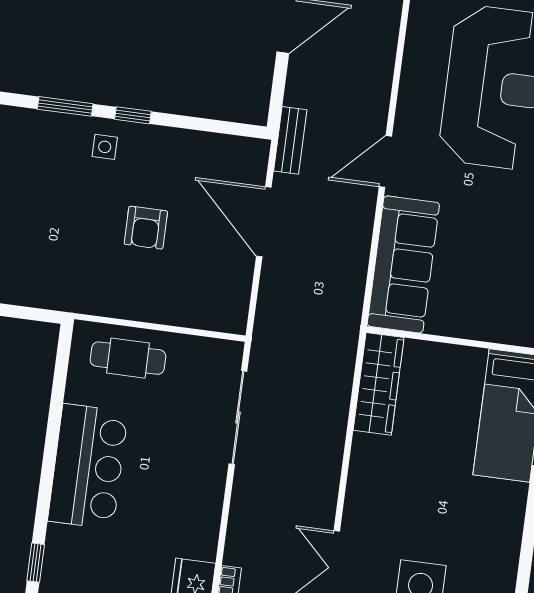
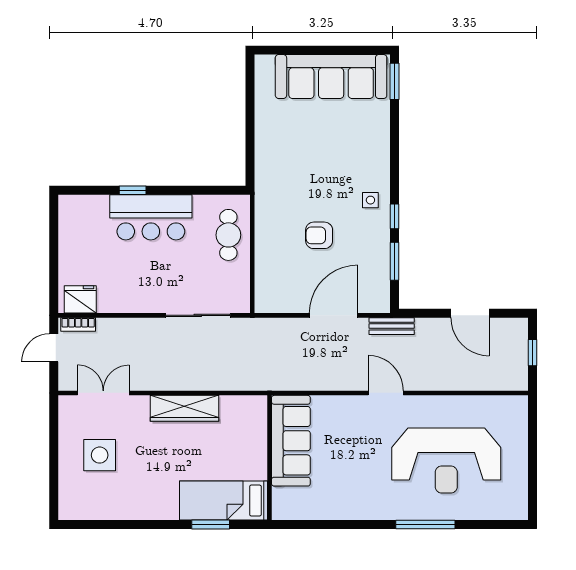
window: (65, 106) -> (395, 261), moved
sofa: (403, 264) -> (291, 441), moved, turned -90
wardrobe: (379, 384) -> (185, 408), moved
window: (36, 563) -> (133, 190), moved

